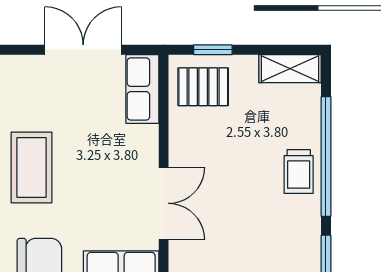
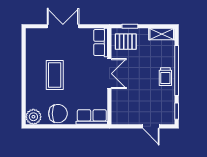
double door: (83, 50) -> (63, 26), moved
double door: (164, 203) -> (109, 74), moved

